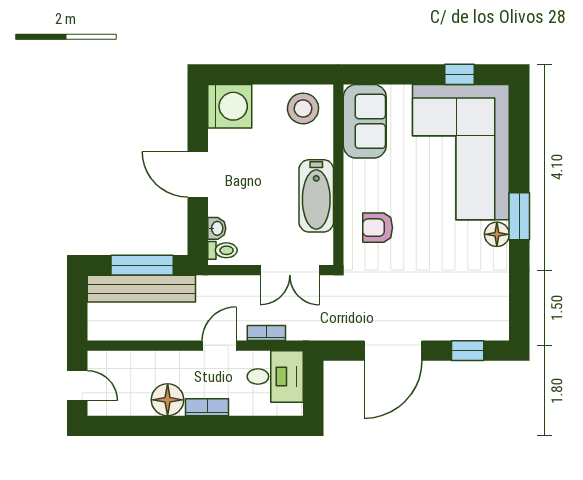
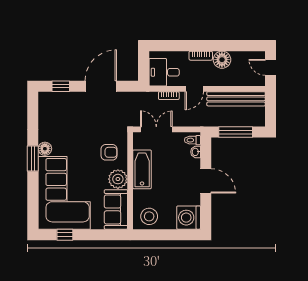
plant: (361, 178) -> (118, 179), added
bench: (141, 289) -> (236, 99), moved

